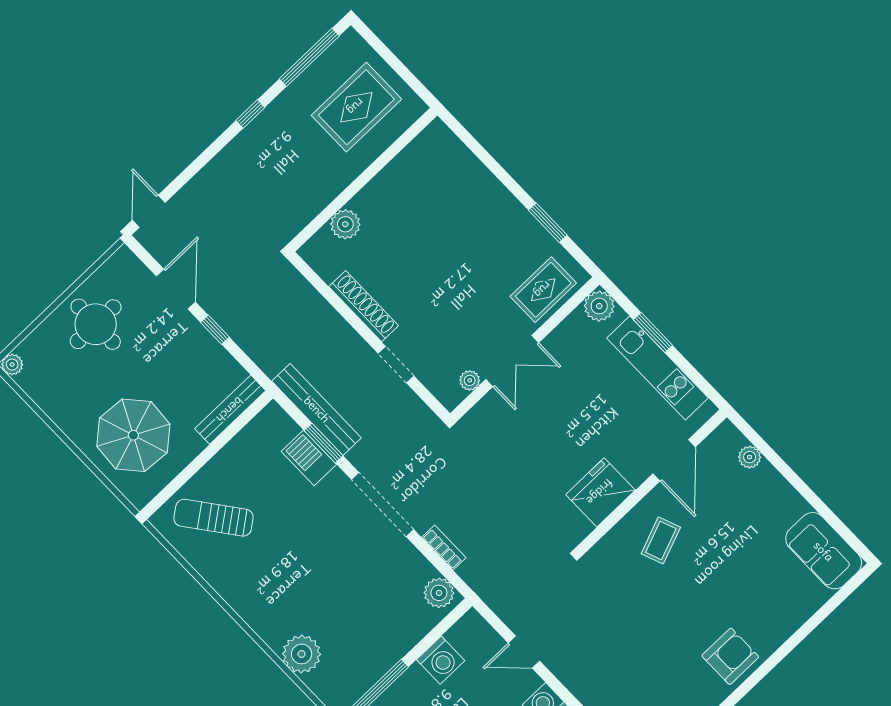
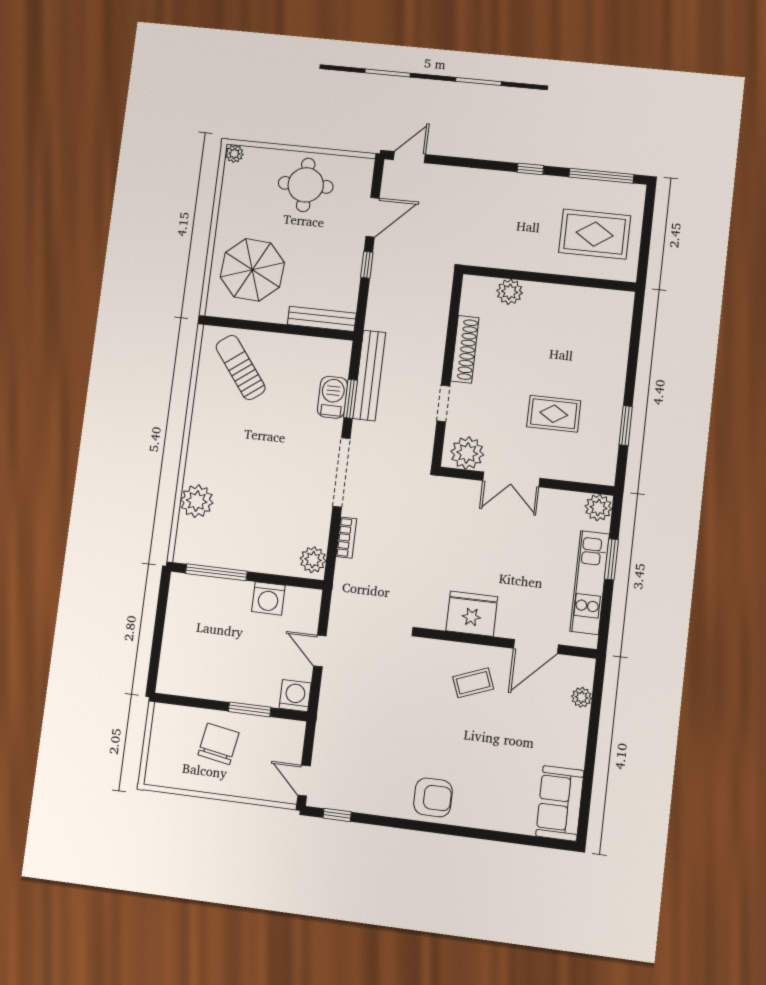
rug: (543, 290) -> (554, 414), moved
plant: (470, 380) -> (467, 453), width x1.87, depth x1.87

